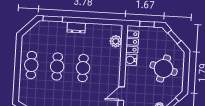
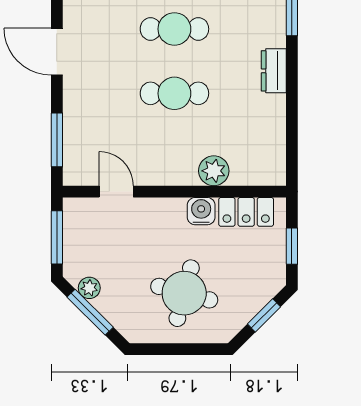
plant: (116, 41) -> (214, 171), moved

